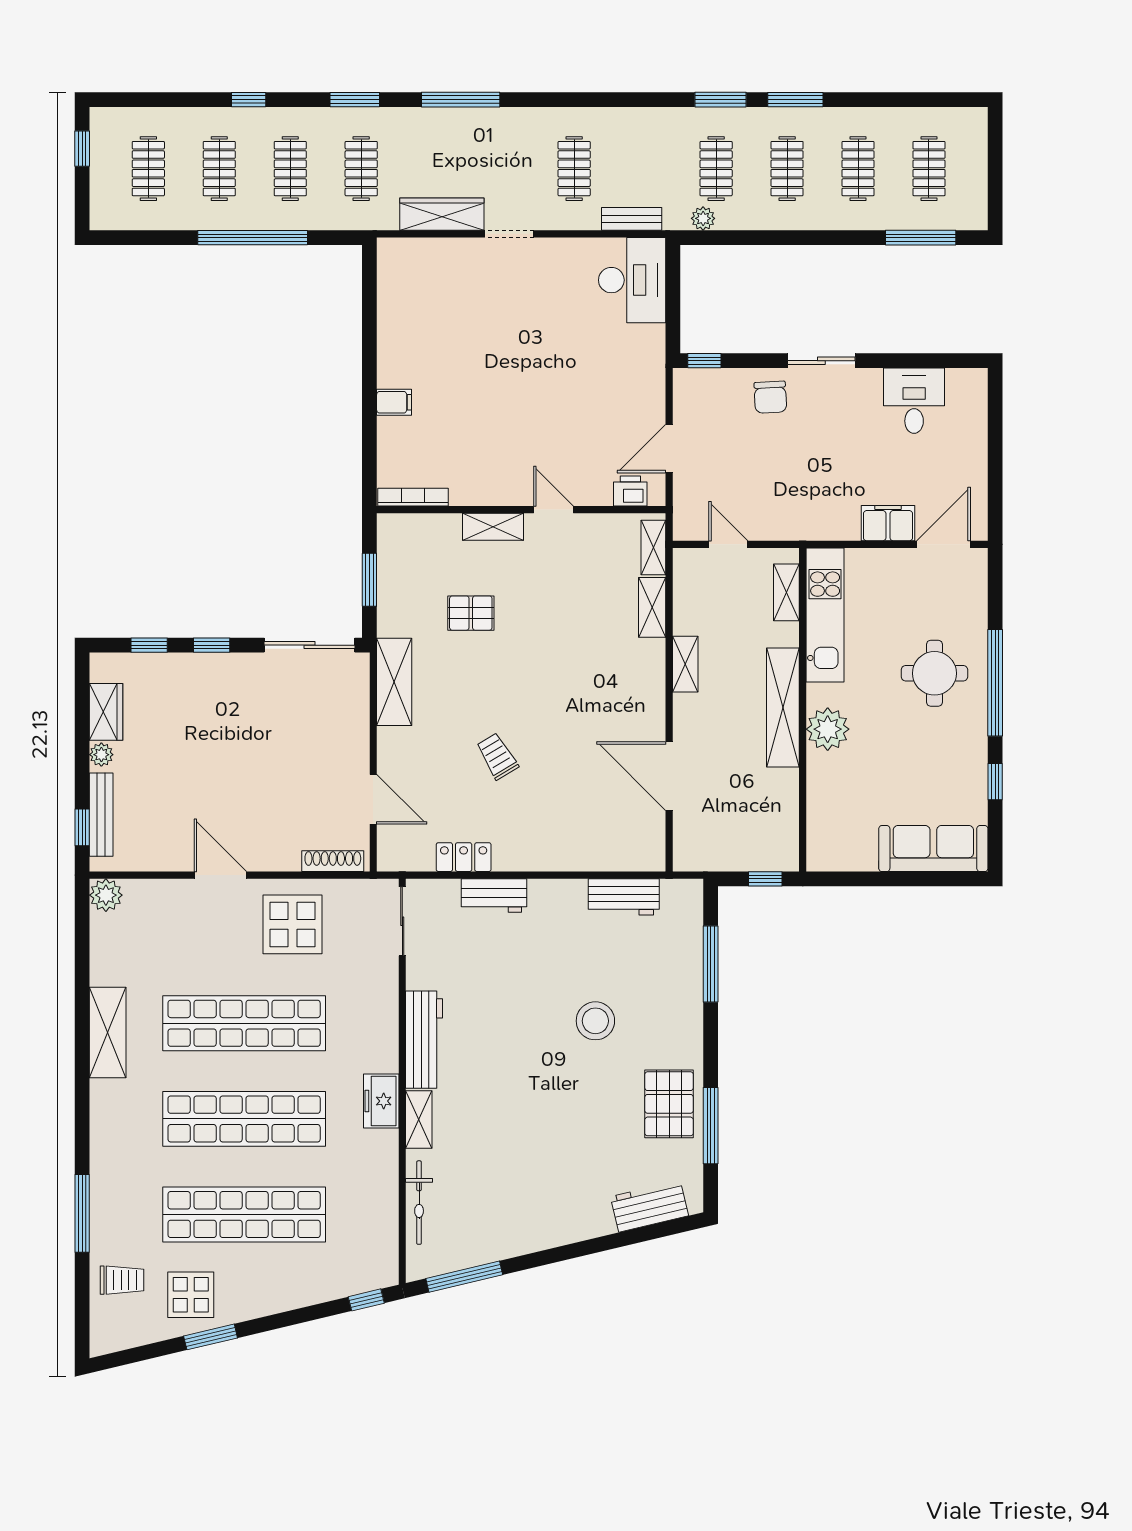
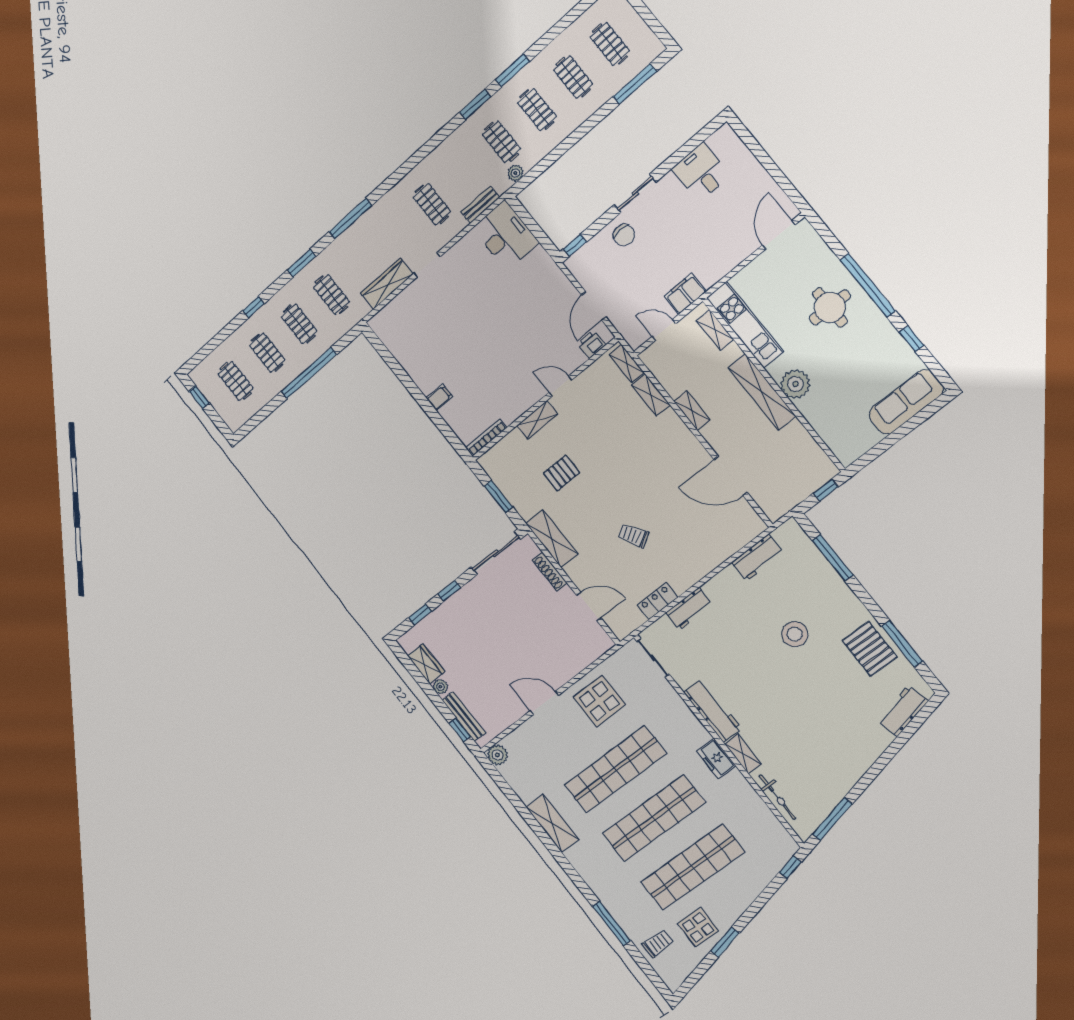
filing cabinet: (888, 523) -> (685, 294), moved
shoe rack: (333, 861) -> (550, 572), moved, turned -90

